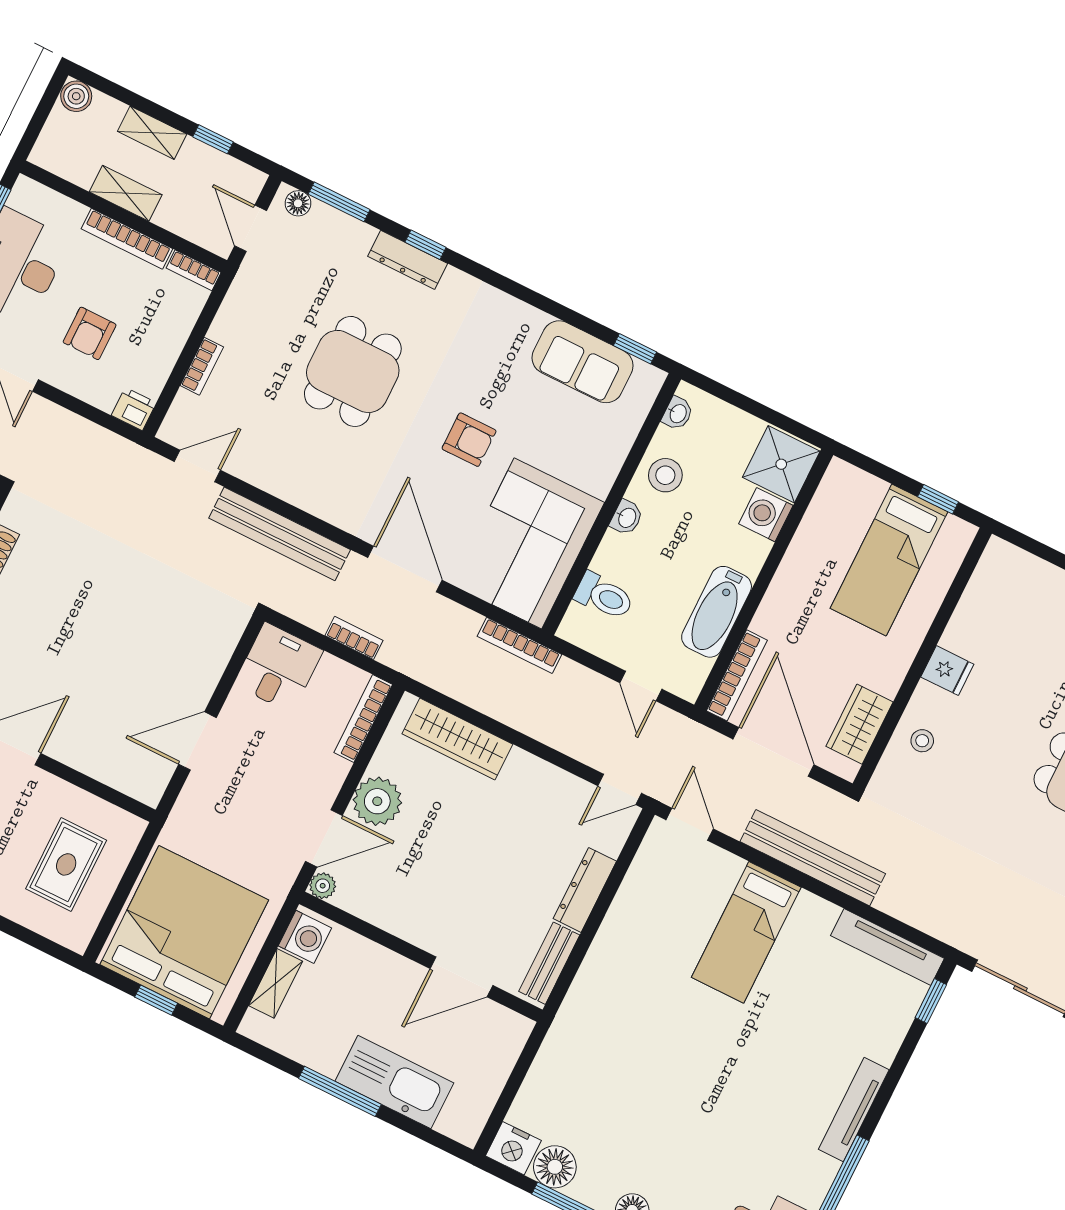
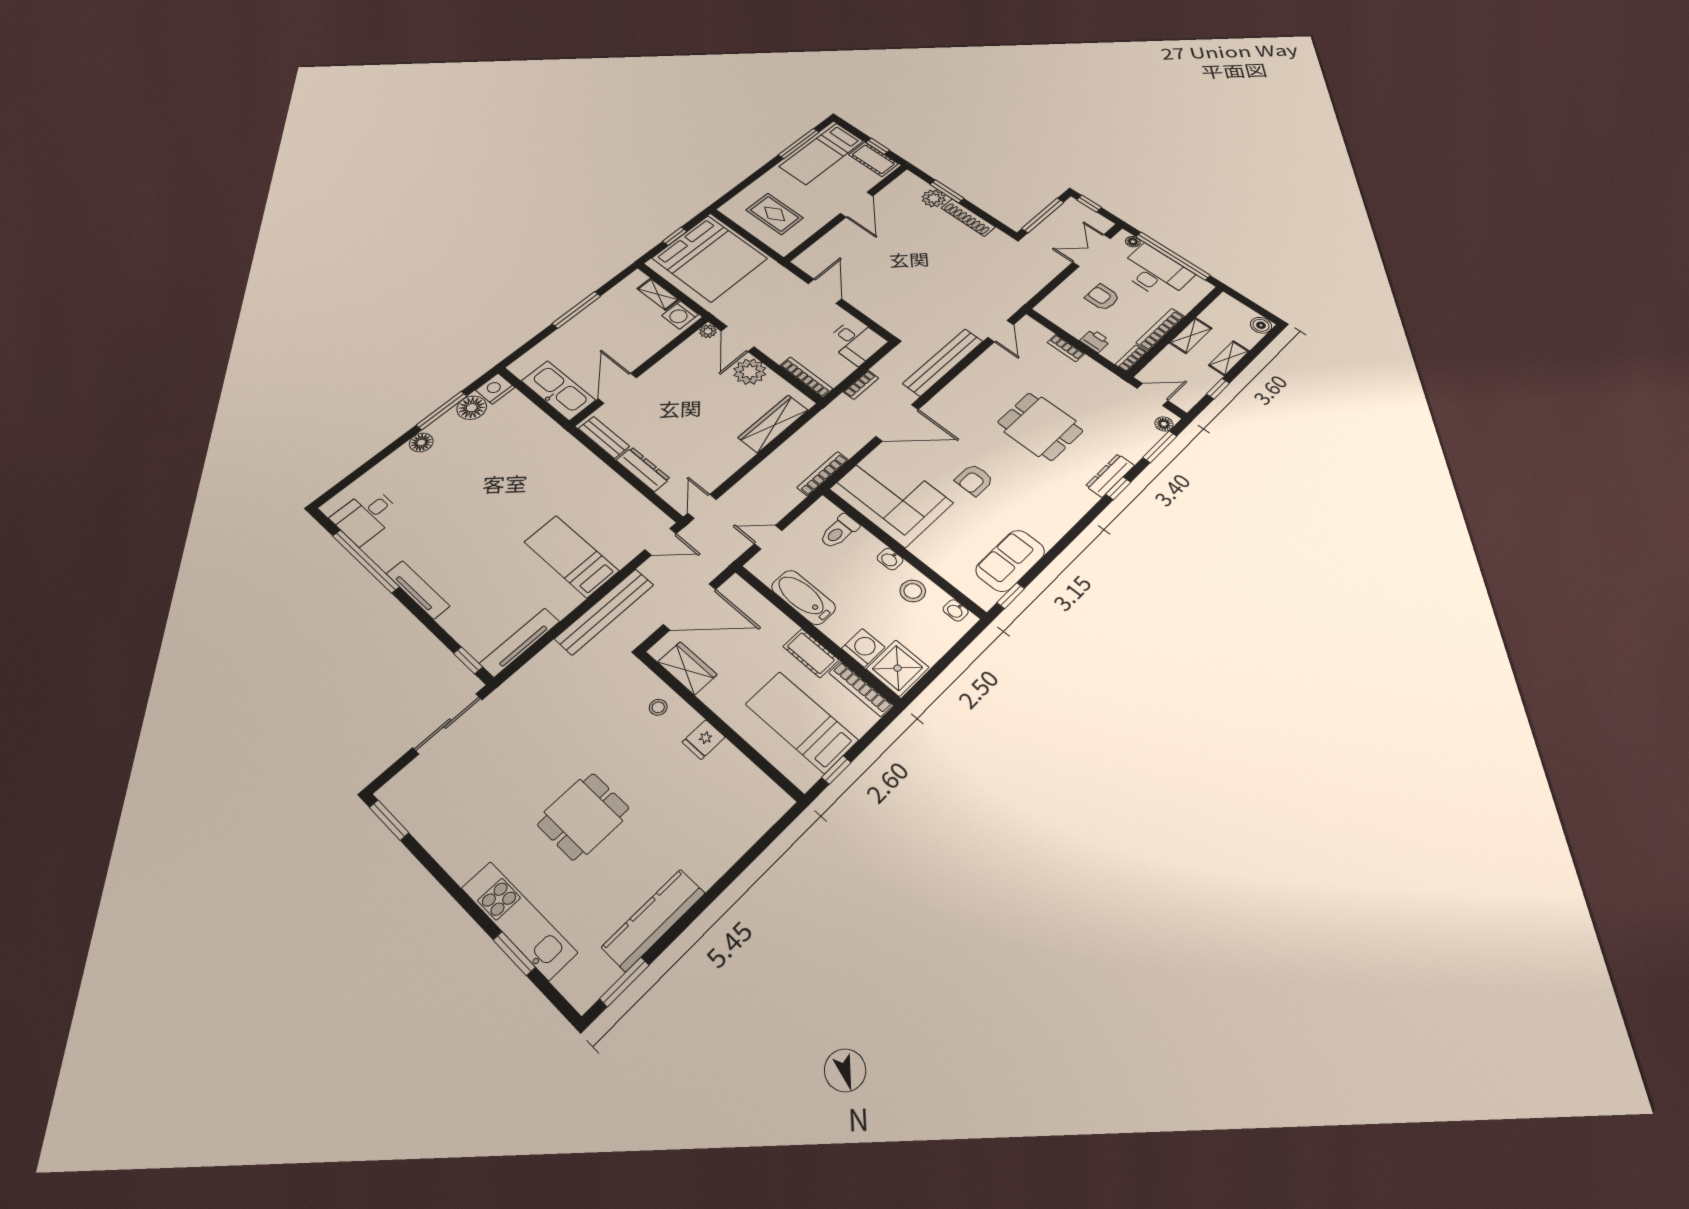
printer: (134, 409) -> (1095, 341), moved, turned -90
cot: (793, 578) -> (811, 653), added
bookcase: (737, 675) -> (860, 689), moved
kitchen sink: (394, 1082) -> (558, 390), moved, turned -90

